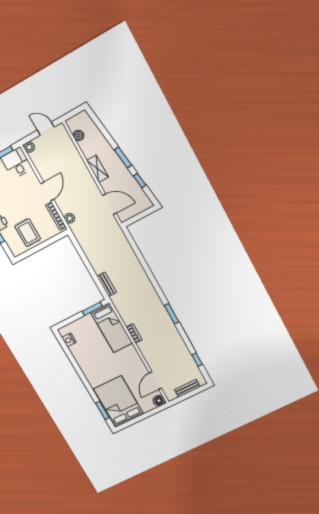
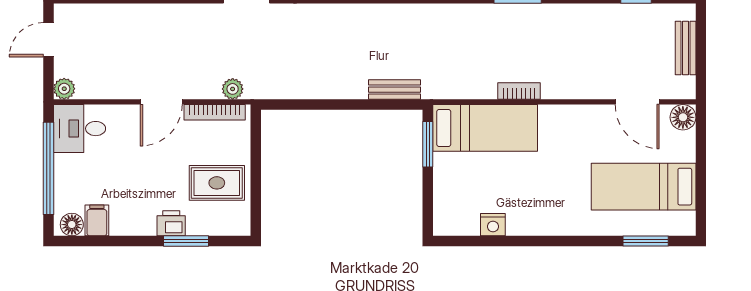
door: (47, 191) -> (161, 102), swing flipped
nightstand: (69, 340) -> (493, 225), moved
bed: (119, 402) -> (644, 187), width x0.67

